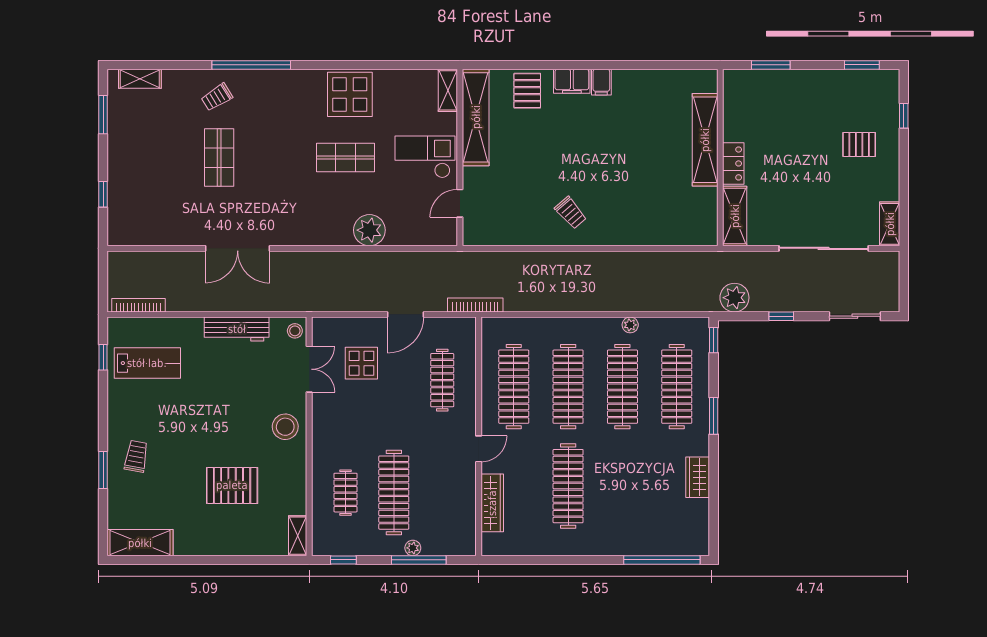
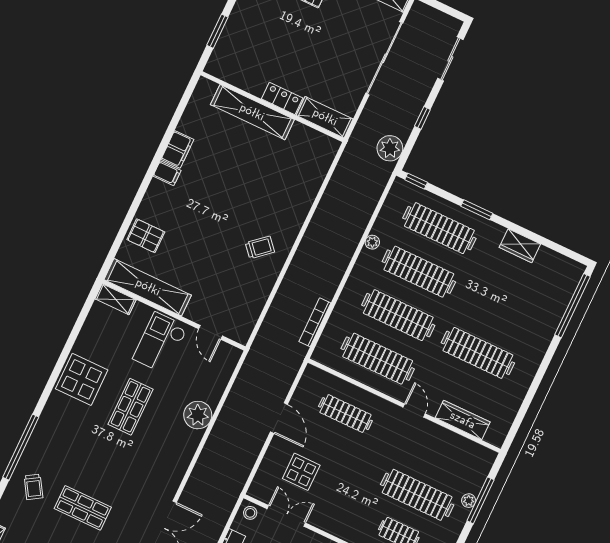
filing cabinet: (572, 81) -> (177, 149), moved
bookcase: (475, 305) -> (315, 322), moved

